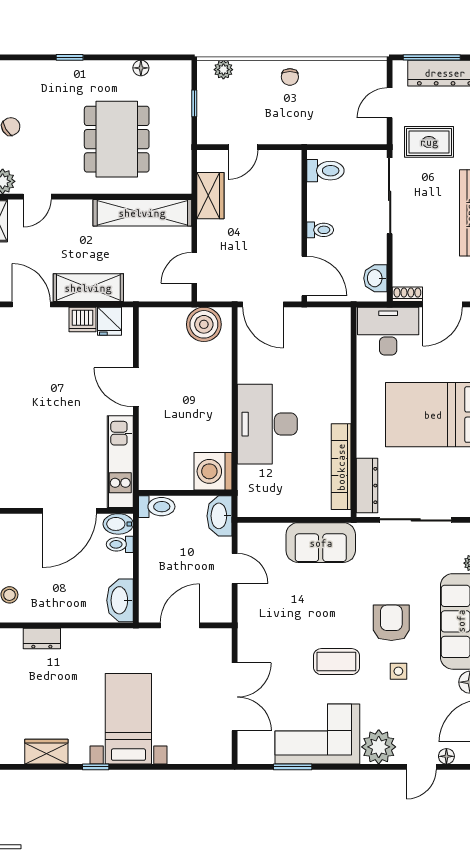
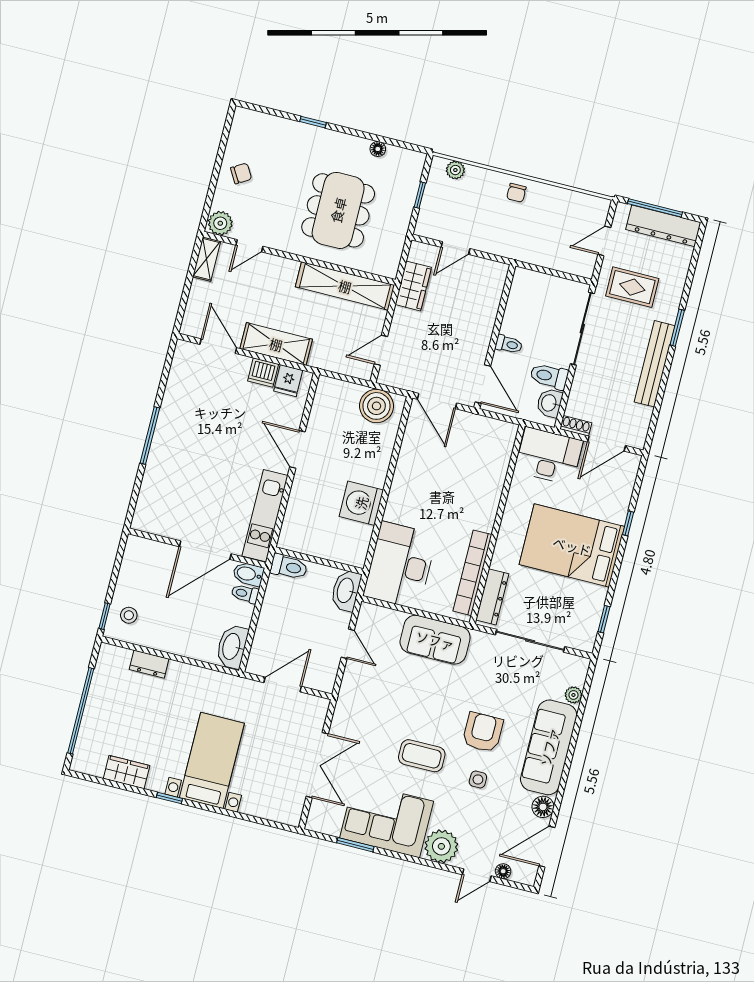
toilet: (325, 171) -> (549, 376), moved, turned 180
desk: (267, 424) -> (400, 565), moved
washing machine: (213, 471) -> (361, 503), moved

